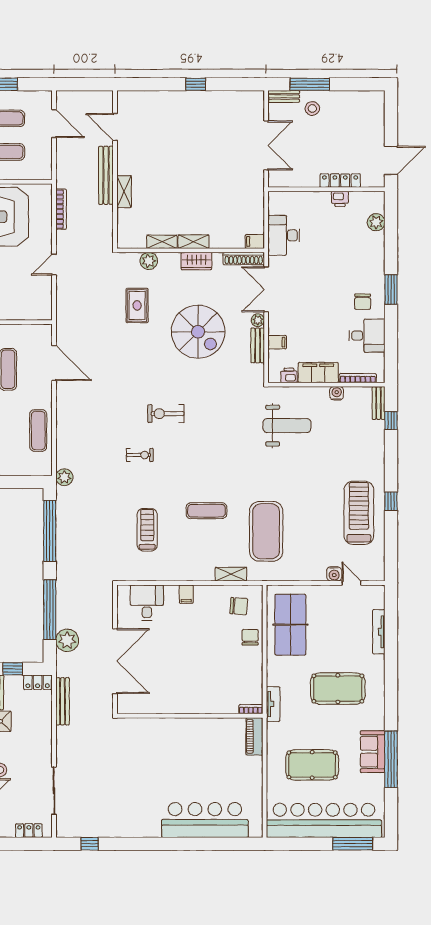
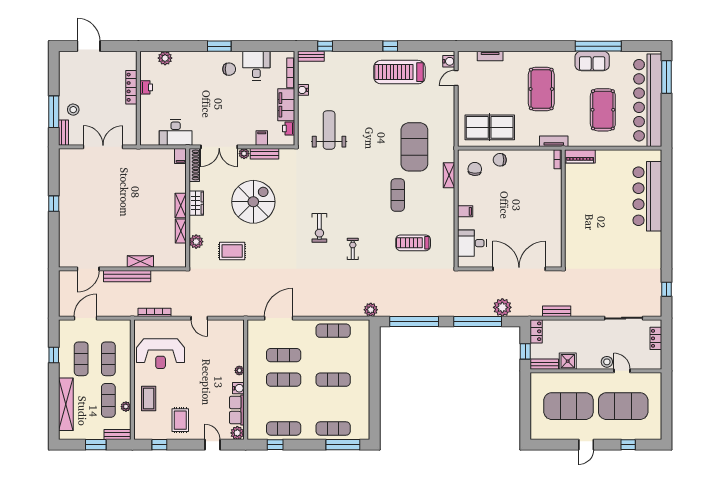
door: (391, 160) -> (89, 46), moved
exercise mat: (266, 531) -> (414, 147), turned 90
water cooler: (334, 574) -> (449, 61), moved
tv unit: (379, 632) -> (490, 56), width x0.71
bench: (62, 701) -> (557, 311), width x0.73

